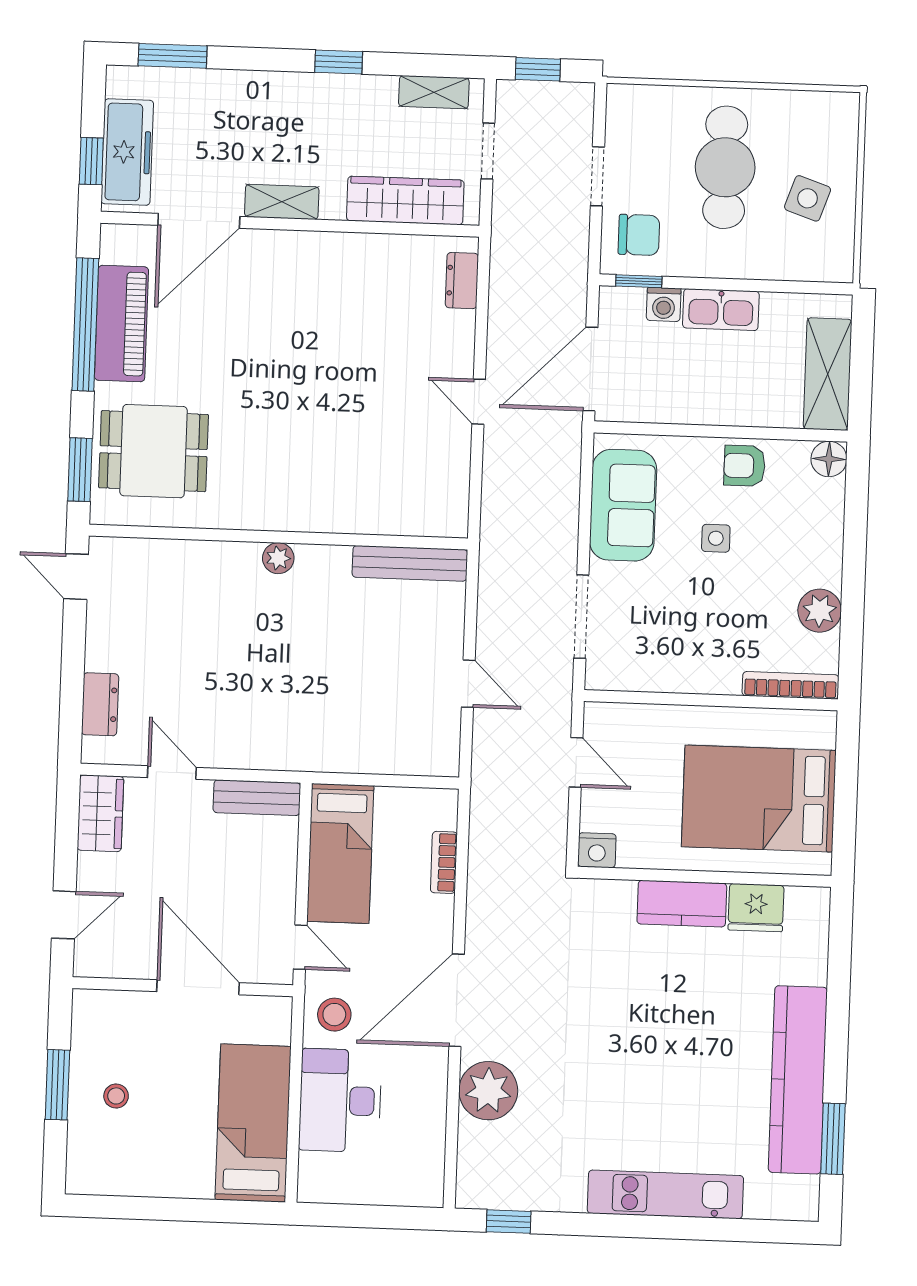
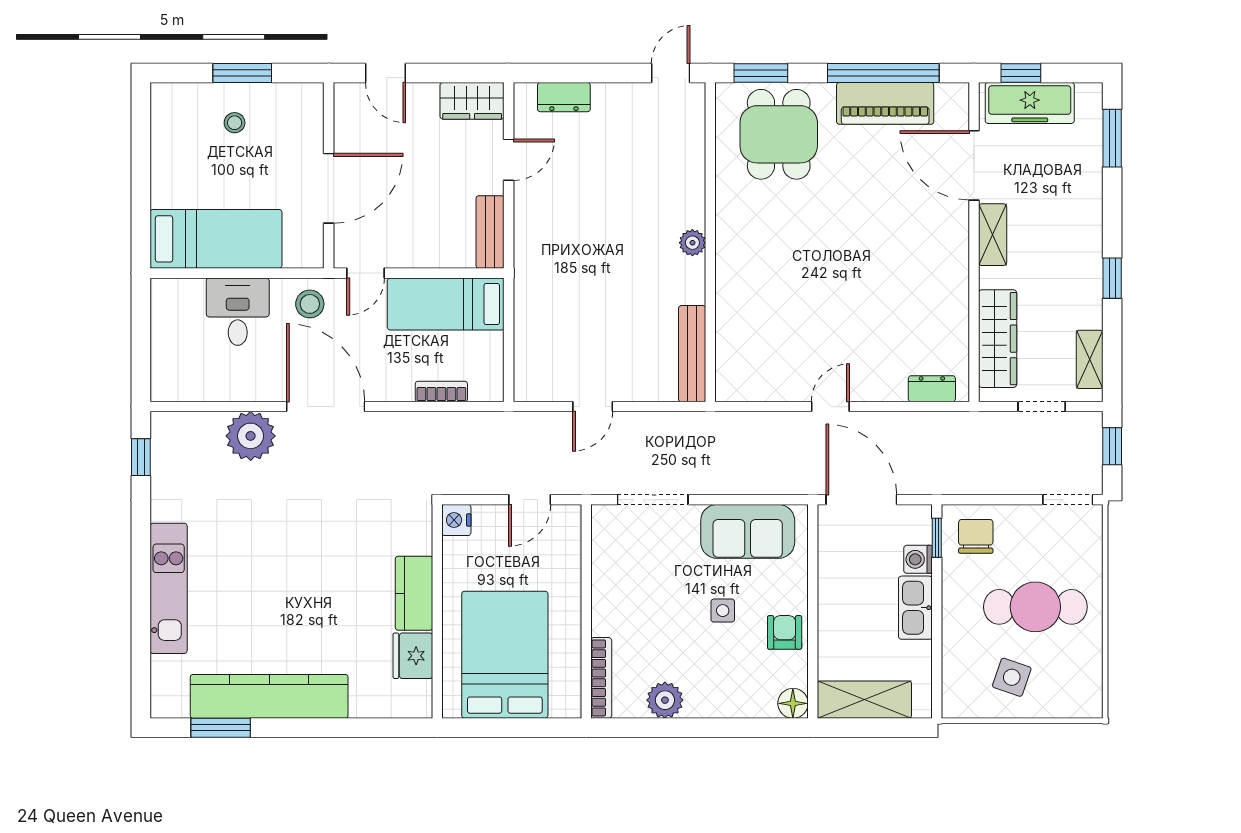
doorway: (597, 176) -> (1068, 500), moved
chair: (639, 235) -> (976, 536), turned 180
desk: (340, 1100) -> (238, 312), width x0.73

